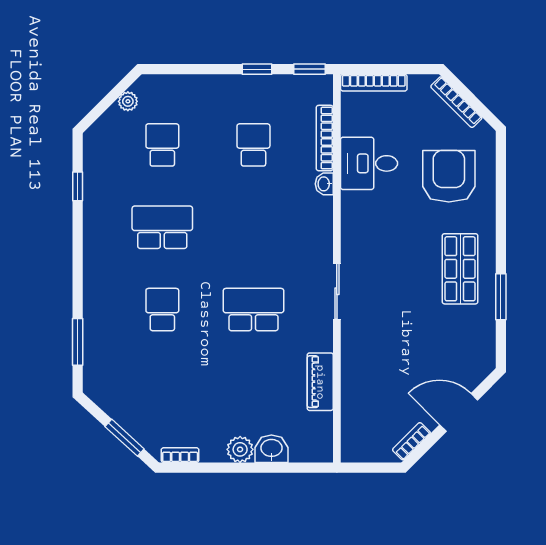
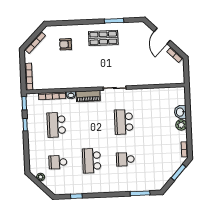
school desk: (253, 145) -> (56, 125), width x1.85
desk: (369, 163) -> (62, 77), removed
armchair: (449, 176) -> (66, 44), width x0.53, depth x0.53
piano: (320, 382) -> (88, 96), moved

